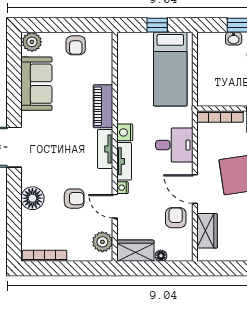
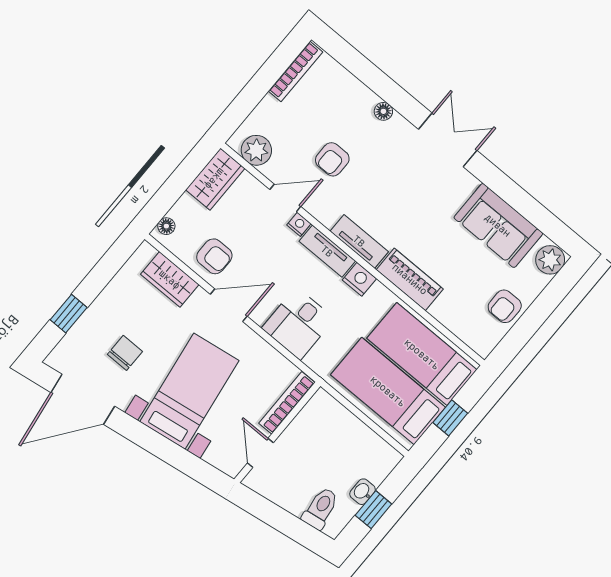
armchair: (76, 45) -> (505, 306), turned -90
bed: (136, 68) -> (422, 354), added
floor lamp: (32, 198) -> (383, 111), width x0.53, depth x0.53
floor lamp: (161, 256) -> (166, 226), moved

